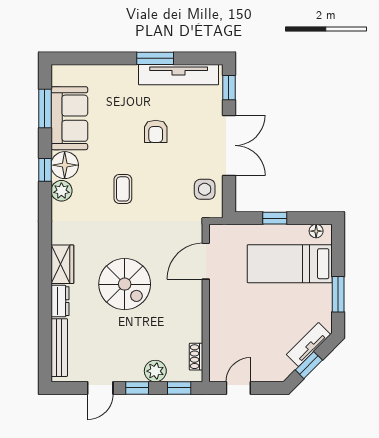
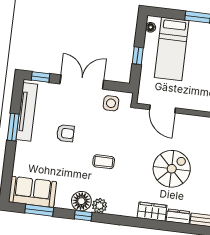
sofa: (69, 118) -> (32, 192), moved

